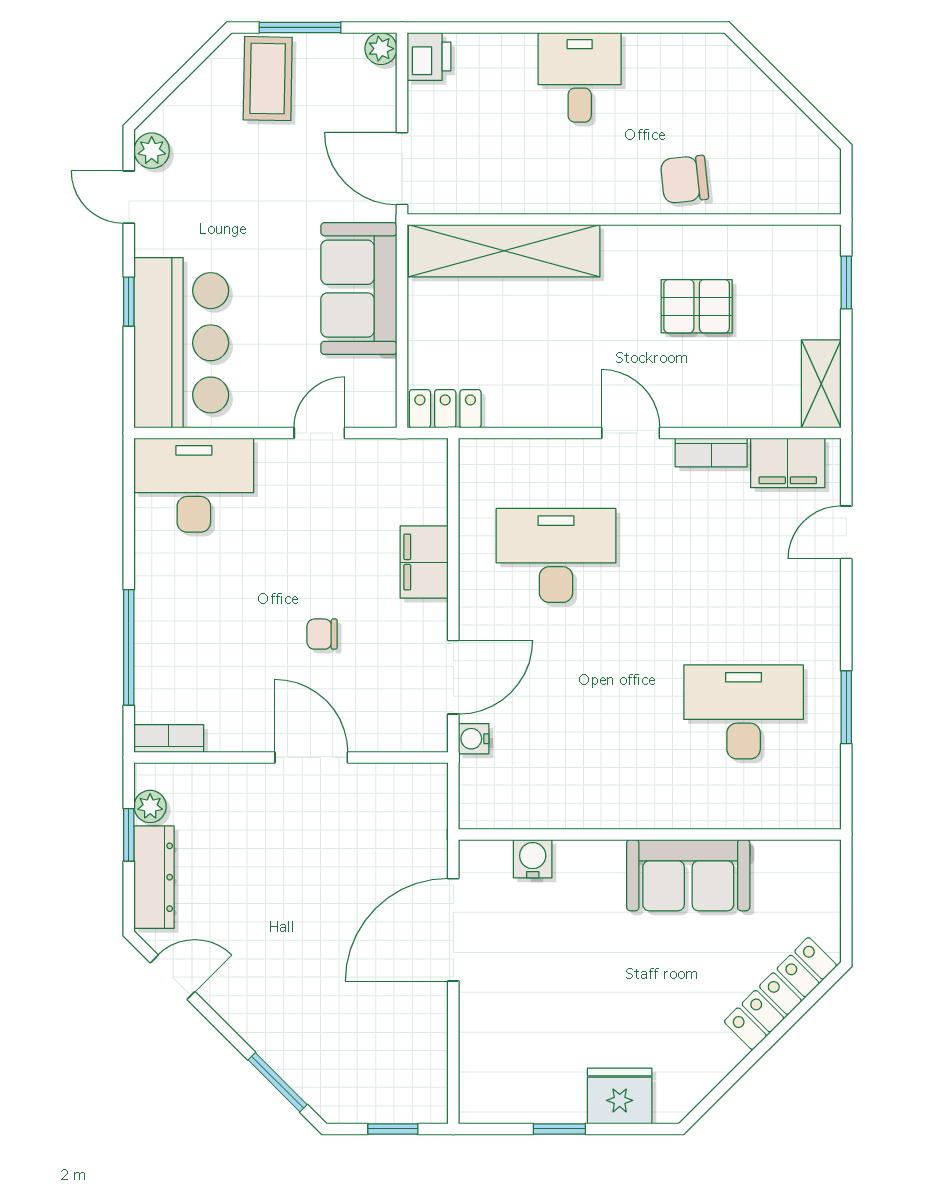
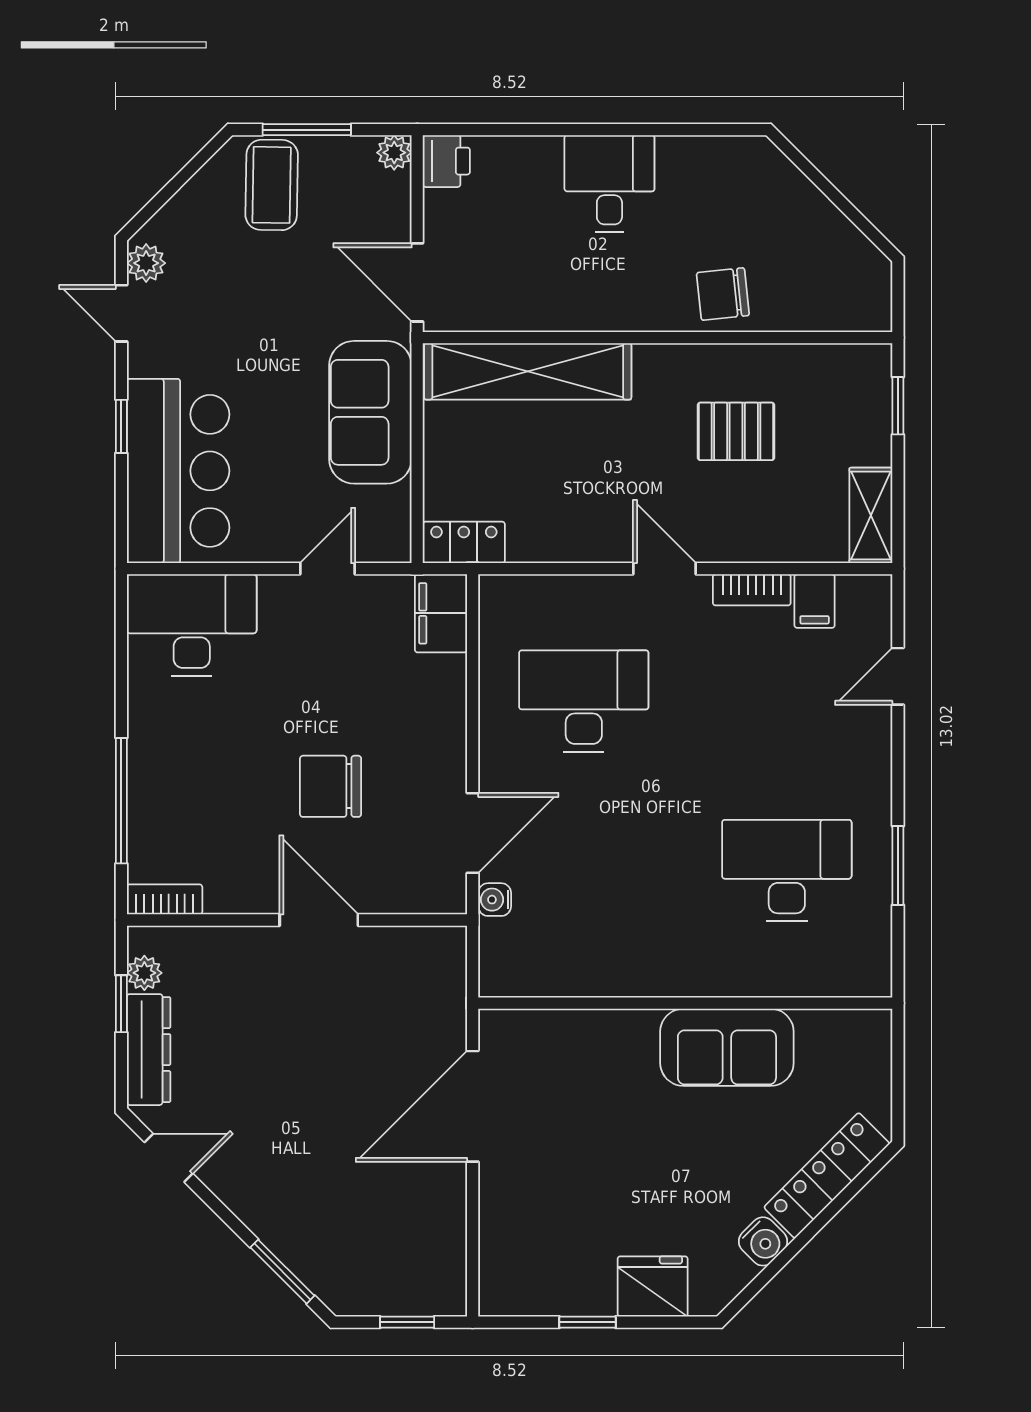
filing cabinet: (788, 463) -> (815, 601), width x0.50
filing cabinet: (424, 562) -> (441, 613), moved
chair: (322, 634) -> (331, 786), width x1.87, depth x1.87
water cooler: (533, 859) -> (763, 1241), moved, turned 135

